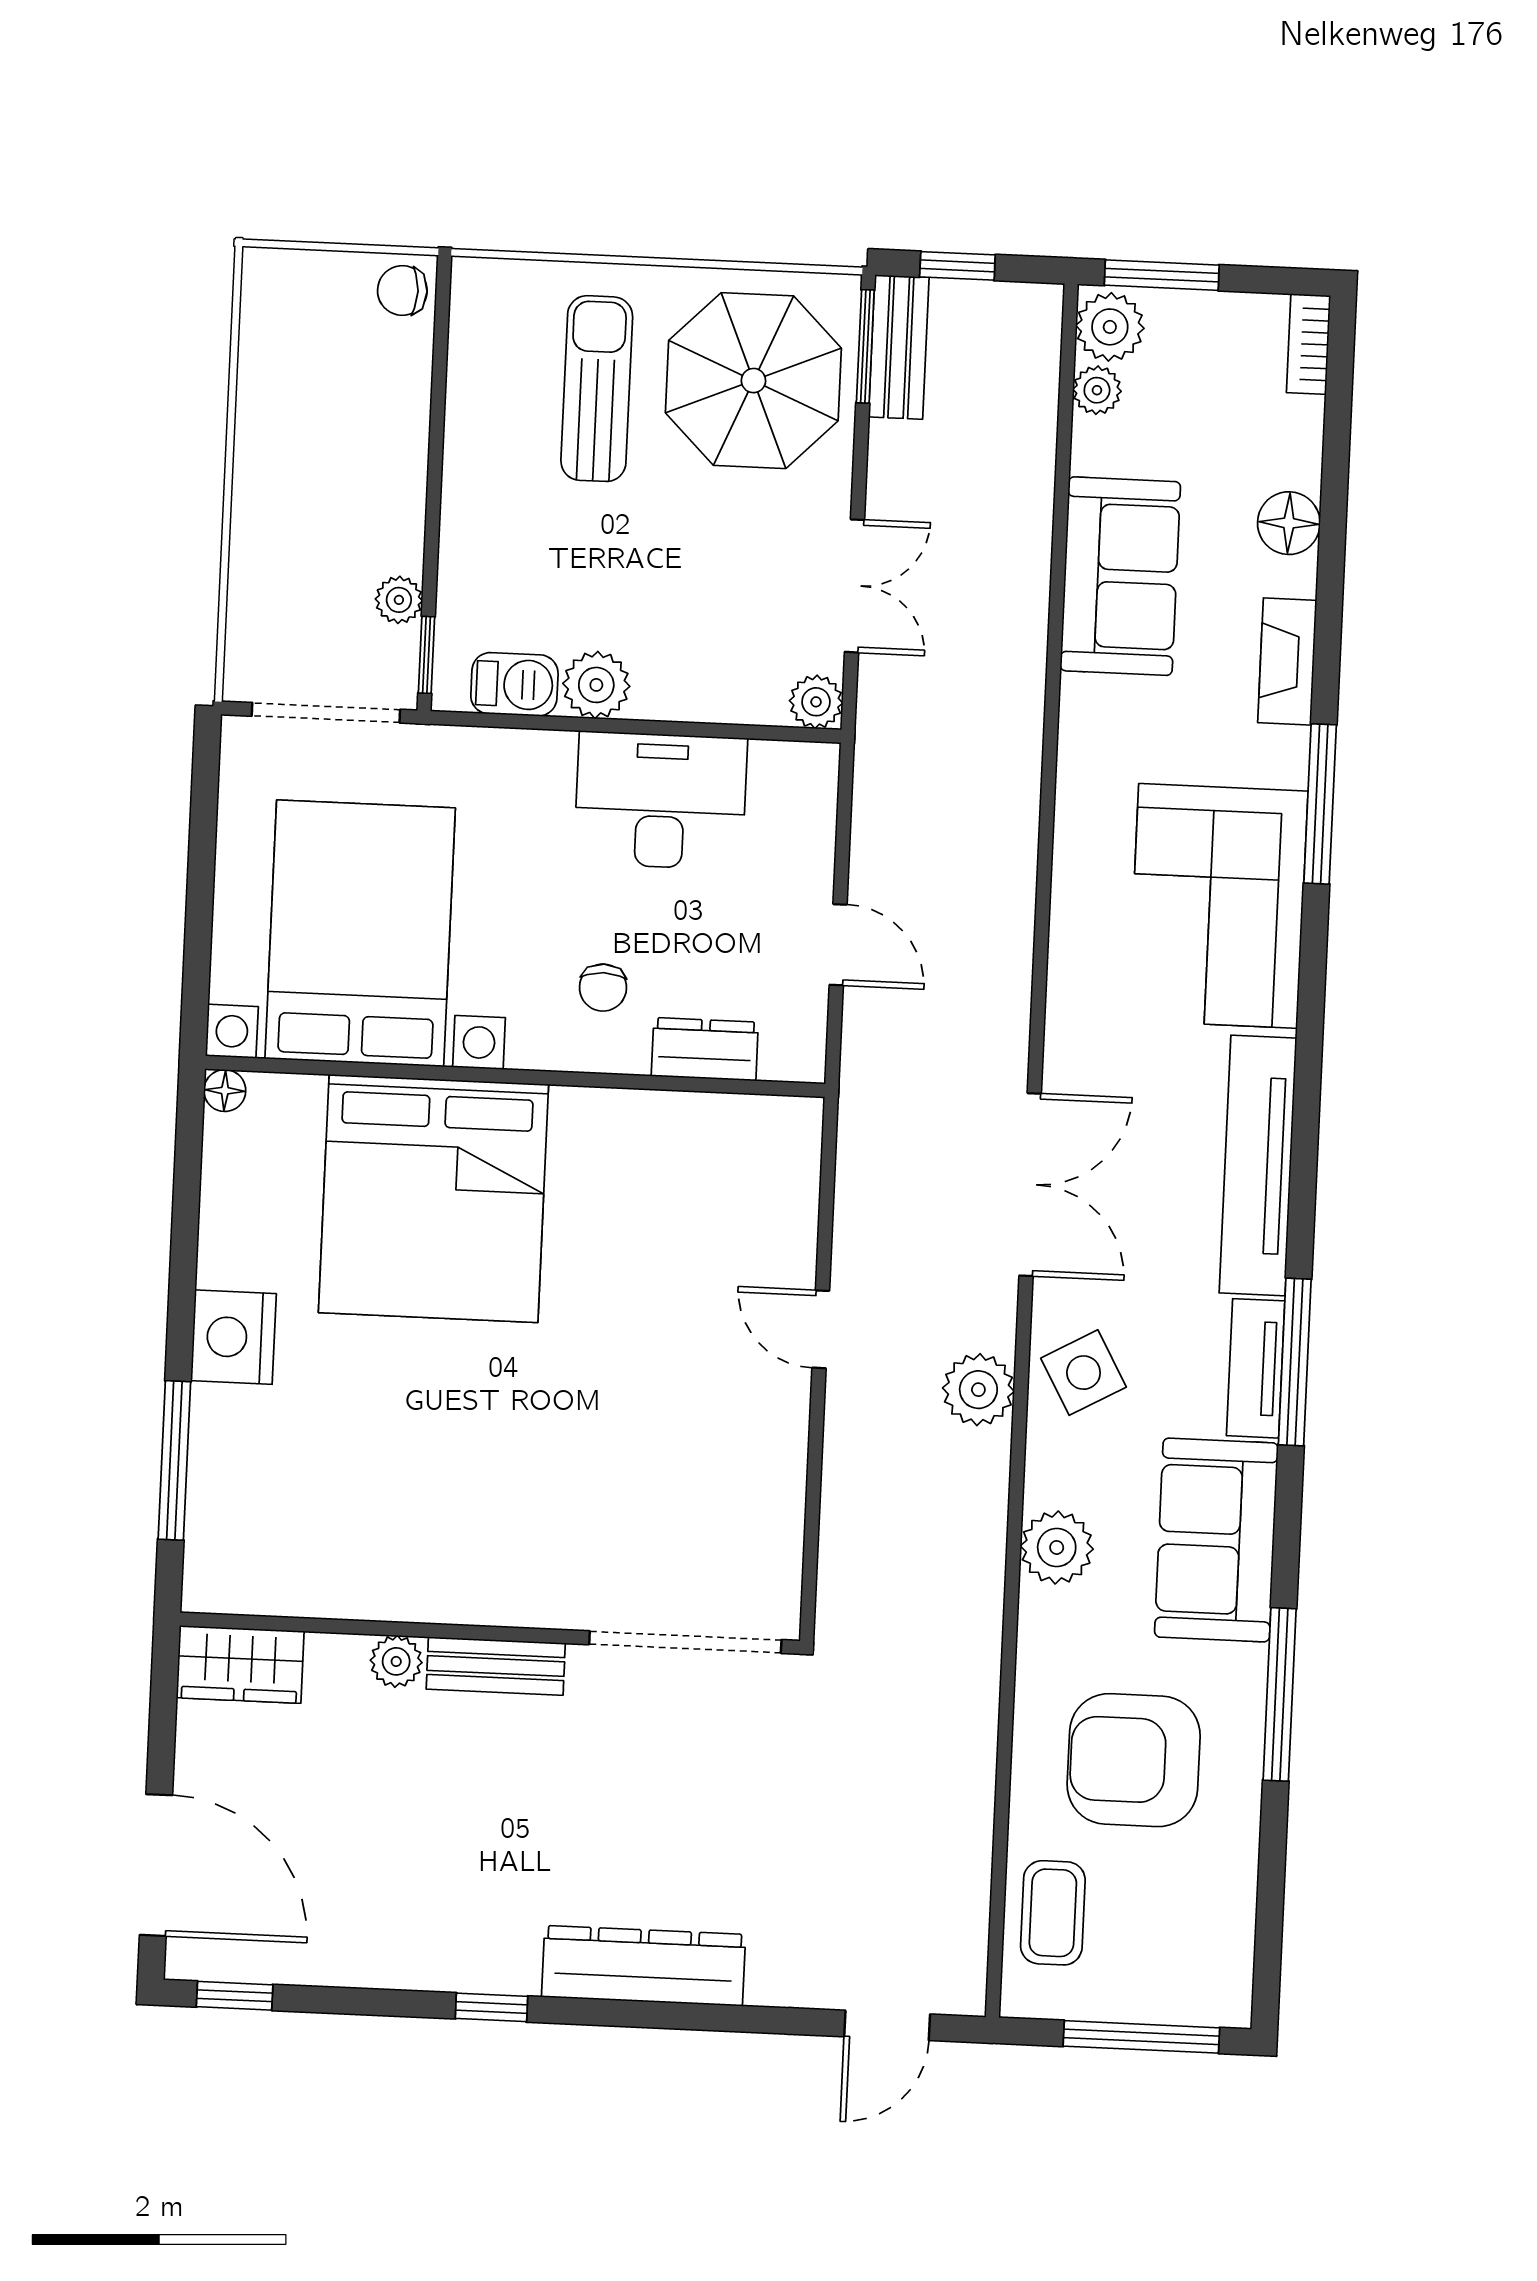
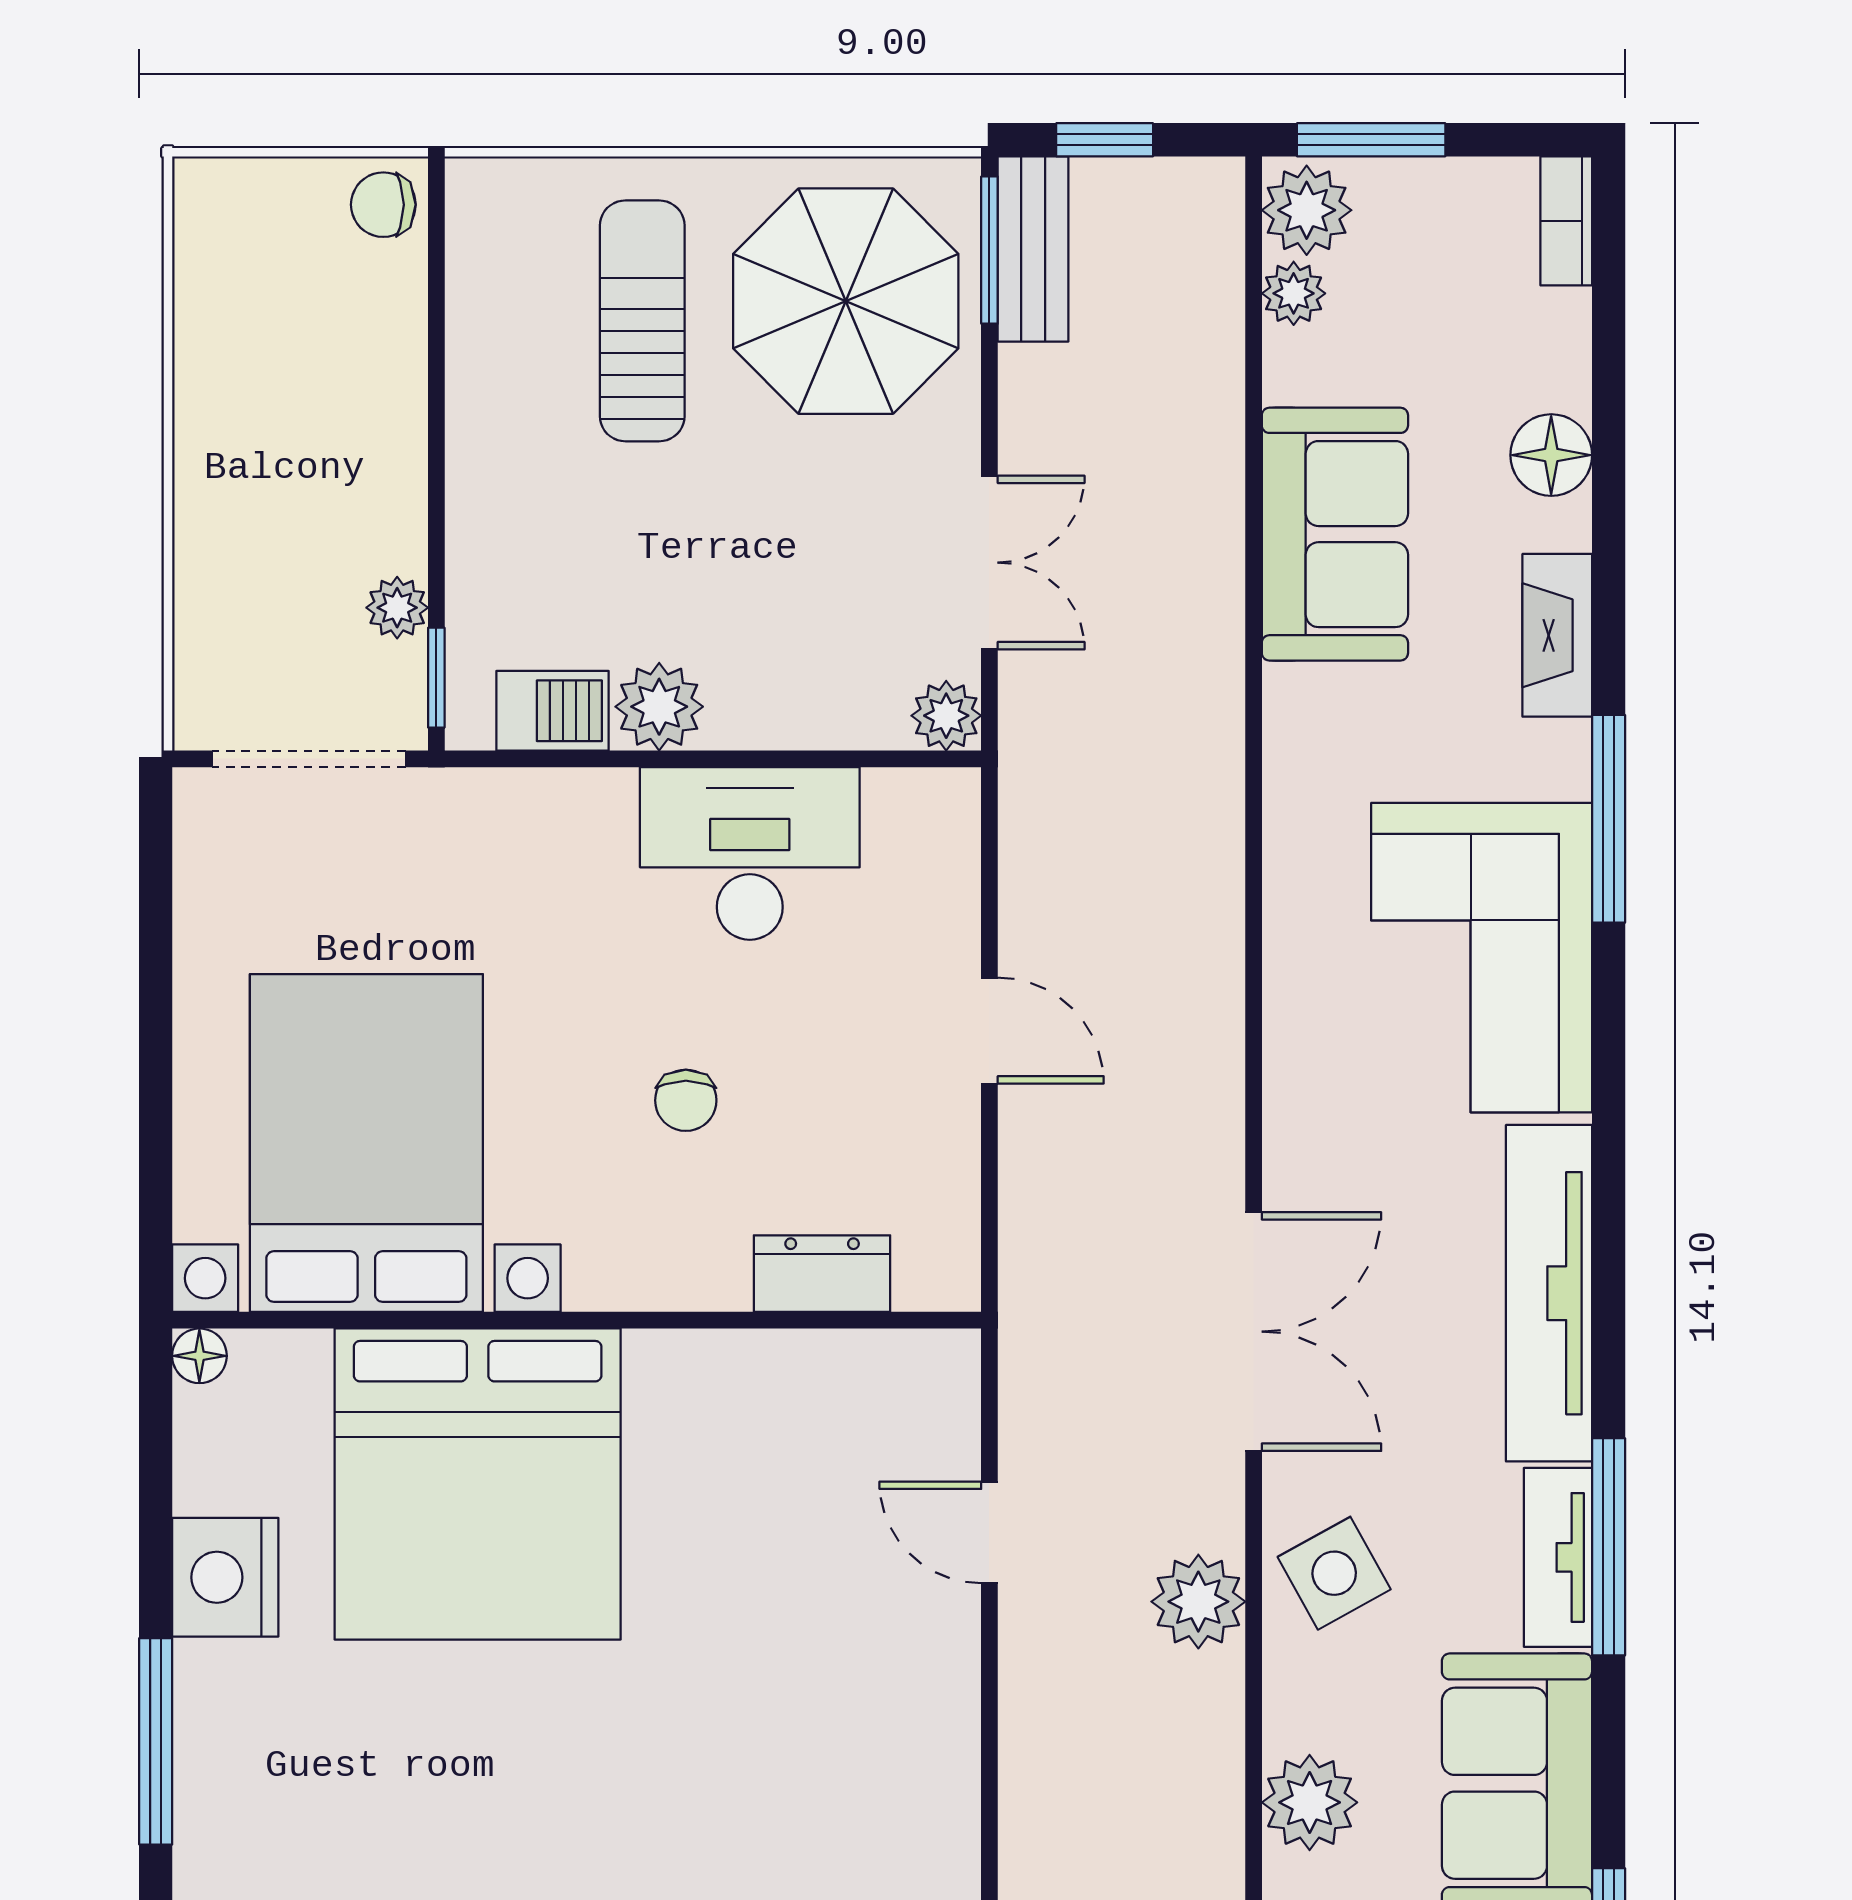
bed with nightstands: (360, 933) -> (366, 1143), moved
dresser: (705, 1049) -> (822, 1274), moved
wall: (515, 1076) -> (577, 1320), moved
floor lamp: (225, 1091) -> (199, 1356), moved
bed: (434, 1199) -> (478, 1484), moved

